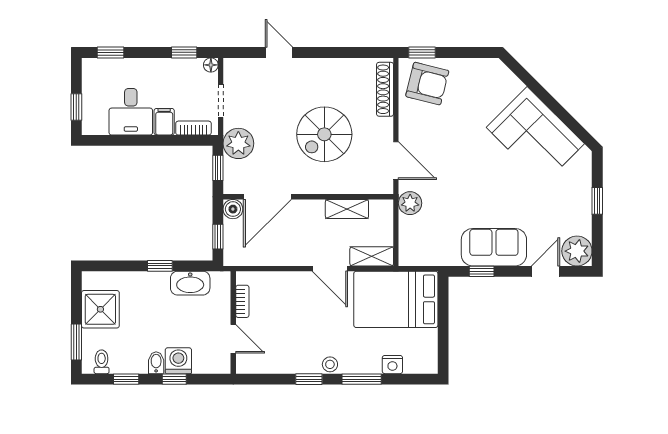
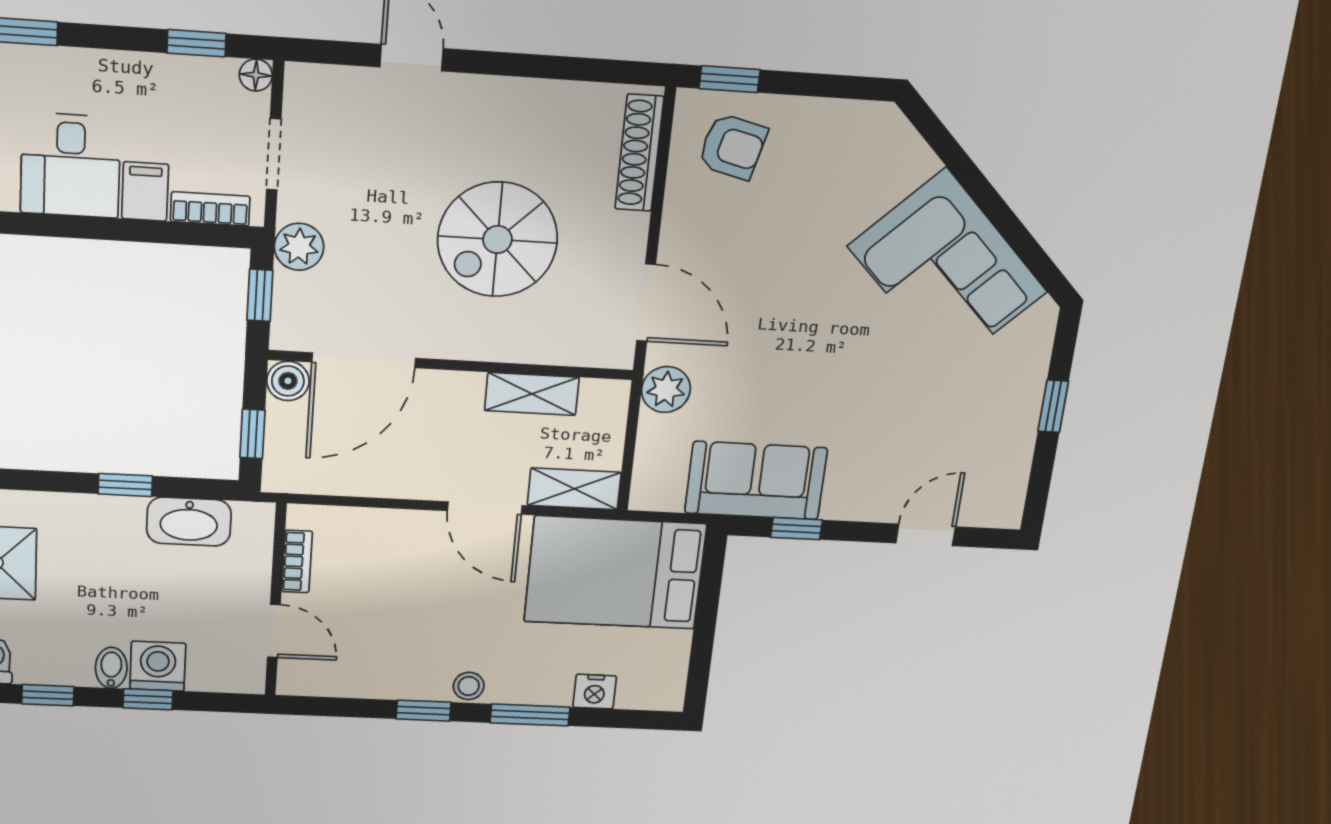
armchair: (427, 84) -> (733, 147), width x0.72, depth x0.72
plant: (238, 143) -> (299, 247), width x0.73, depth x0.73
sofa: (494, 247) -> (756, 481), moved
plant: (577, 251) -> (995, 500), removed

